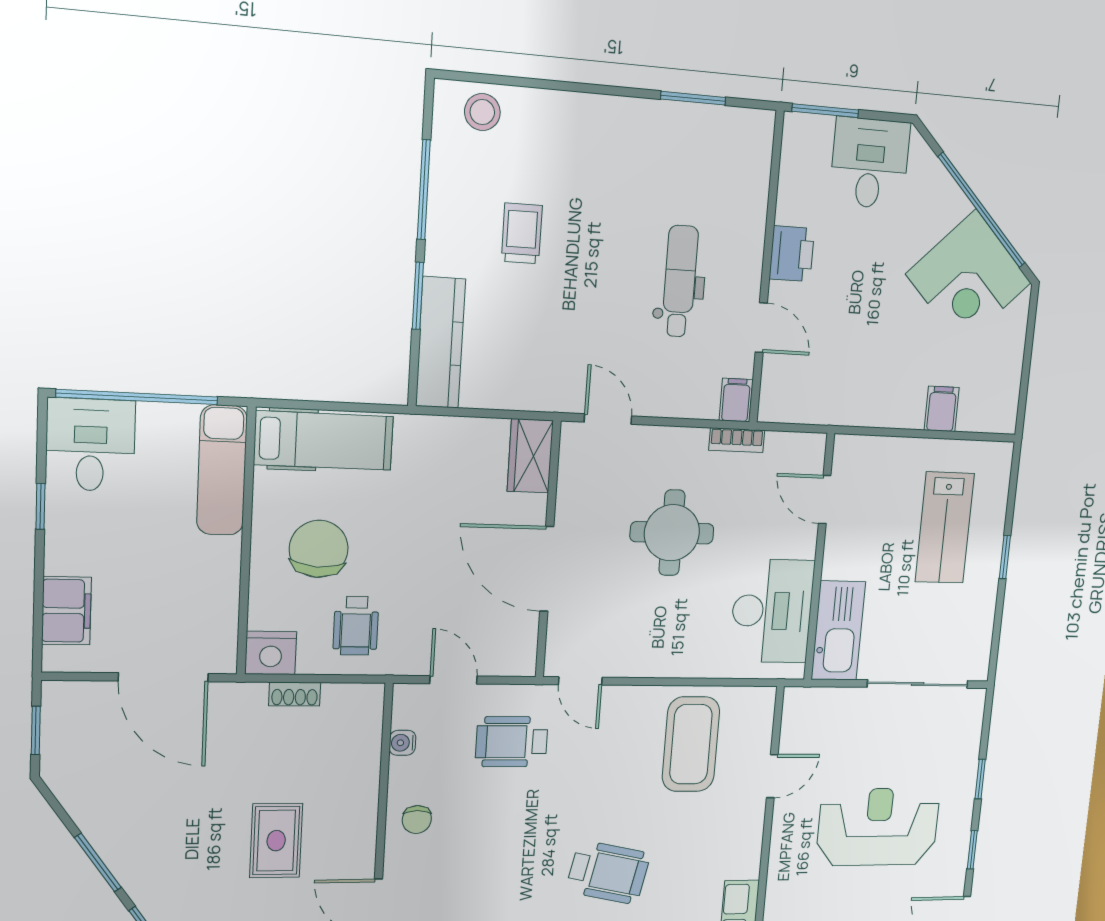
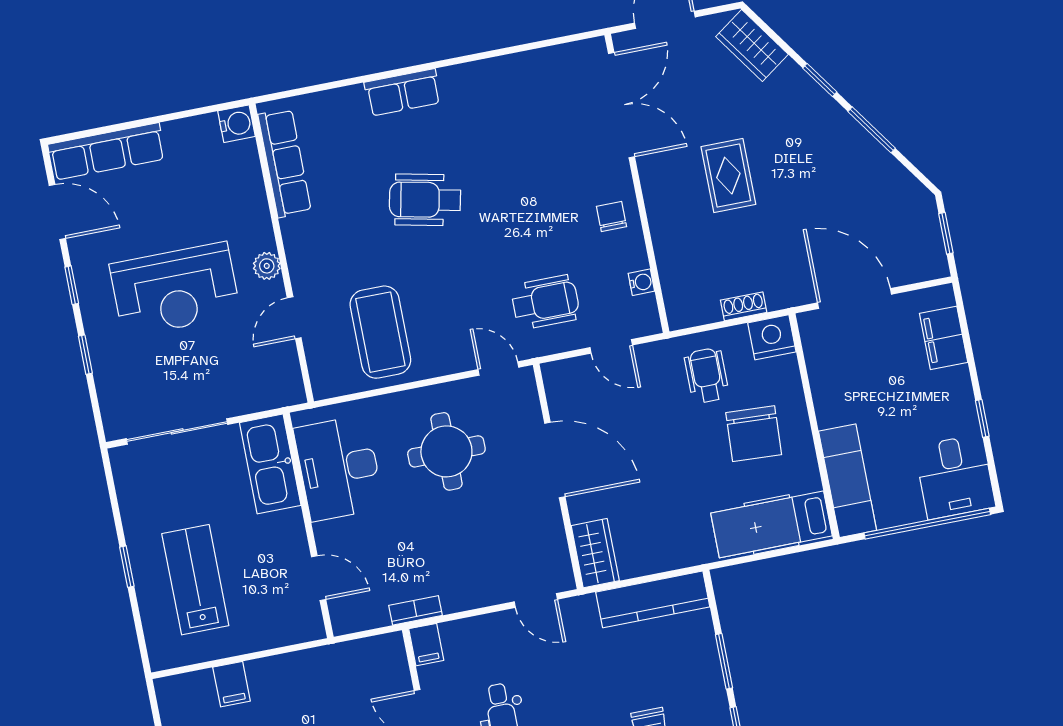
kitchen counter: (441, 343) -> (653, 599), moved, turned -90
round table: (672, 533) -> (446, 451), moved
plant: (784, 834) -> (267, 266), added

